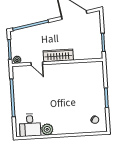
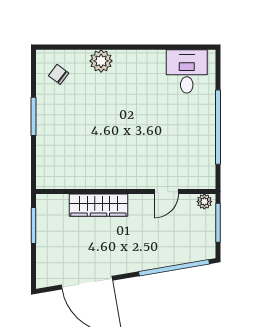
wardrobe: (58, 55) -> (98, 205), moved
door: (37, 64) -> (166, 192), swing flipped
plant: (47, 129) -> (101, 61), moved

